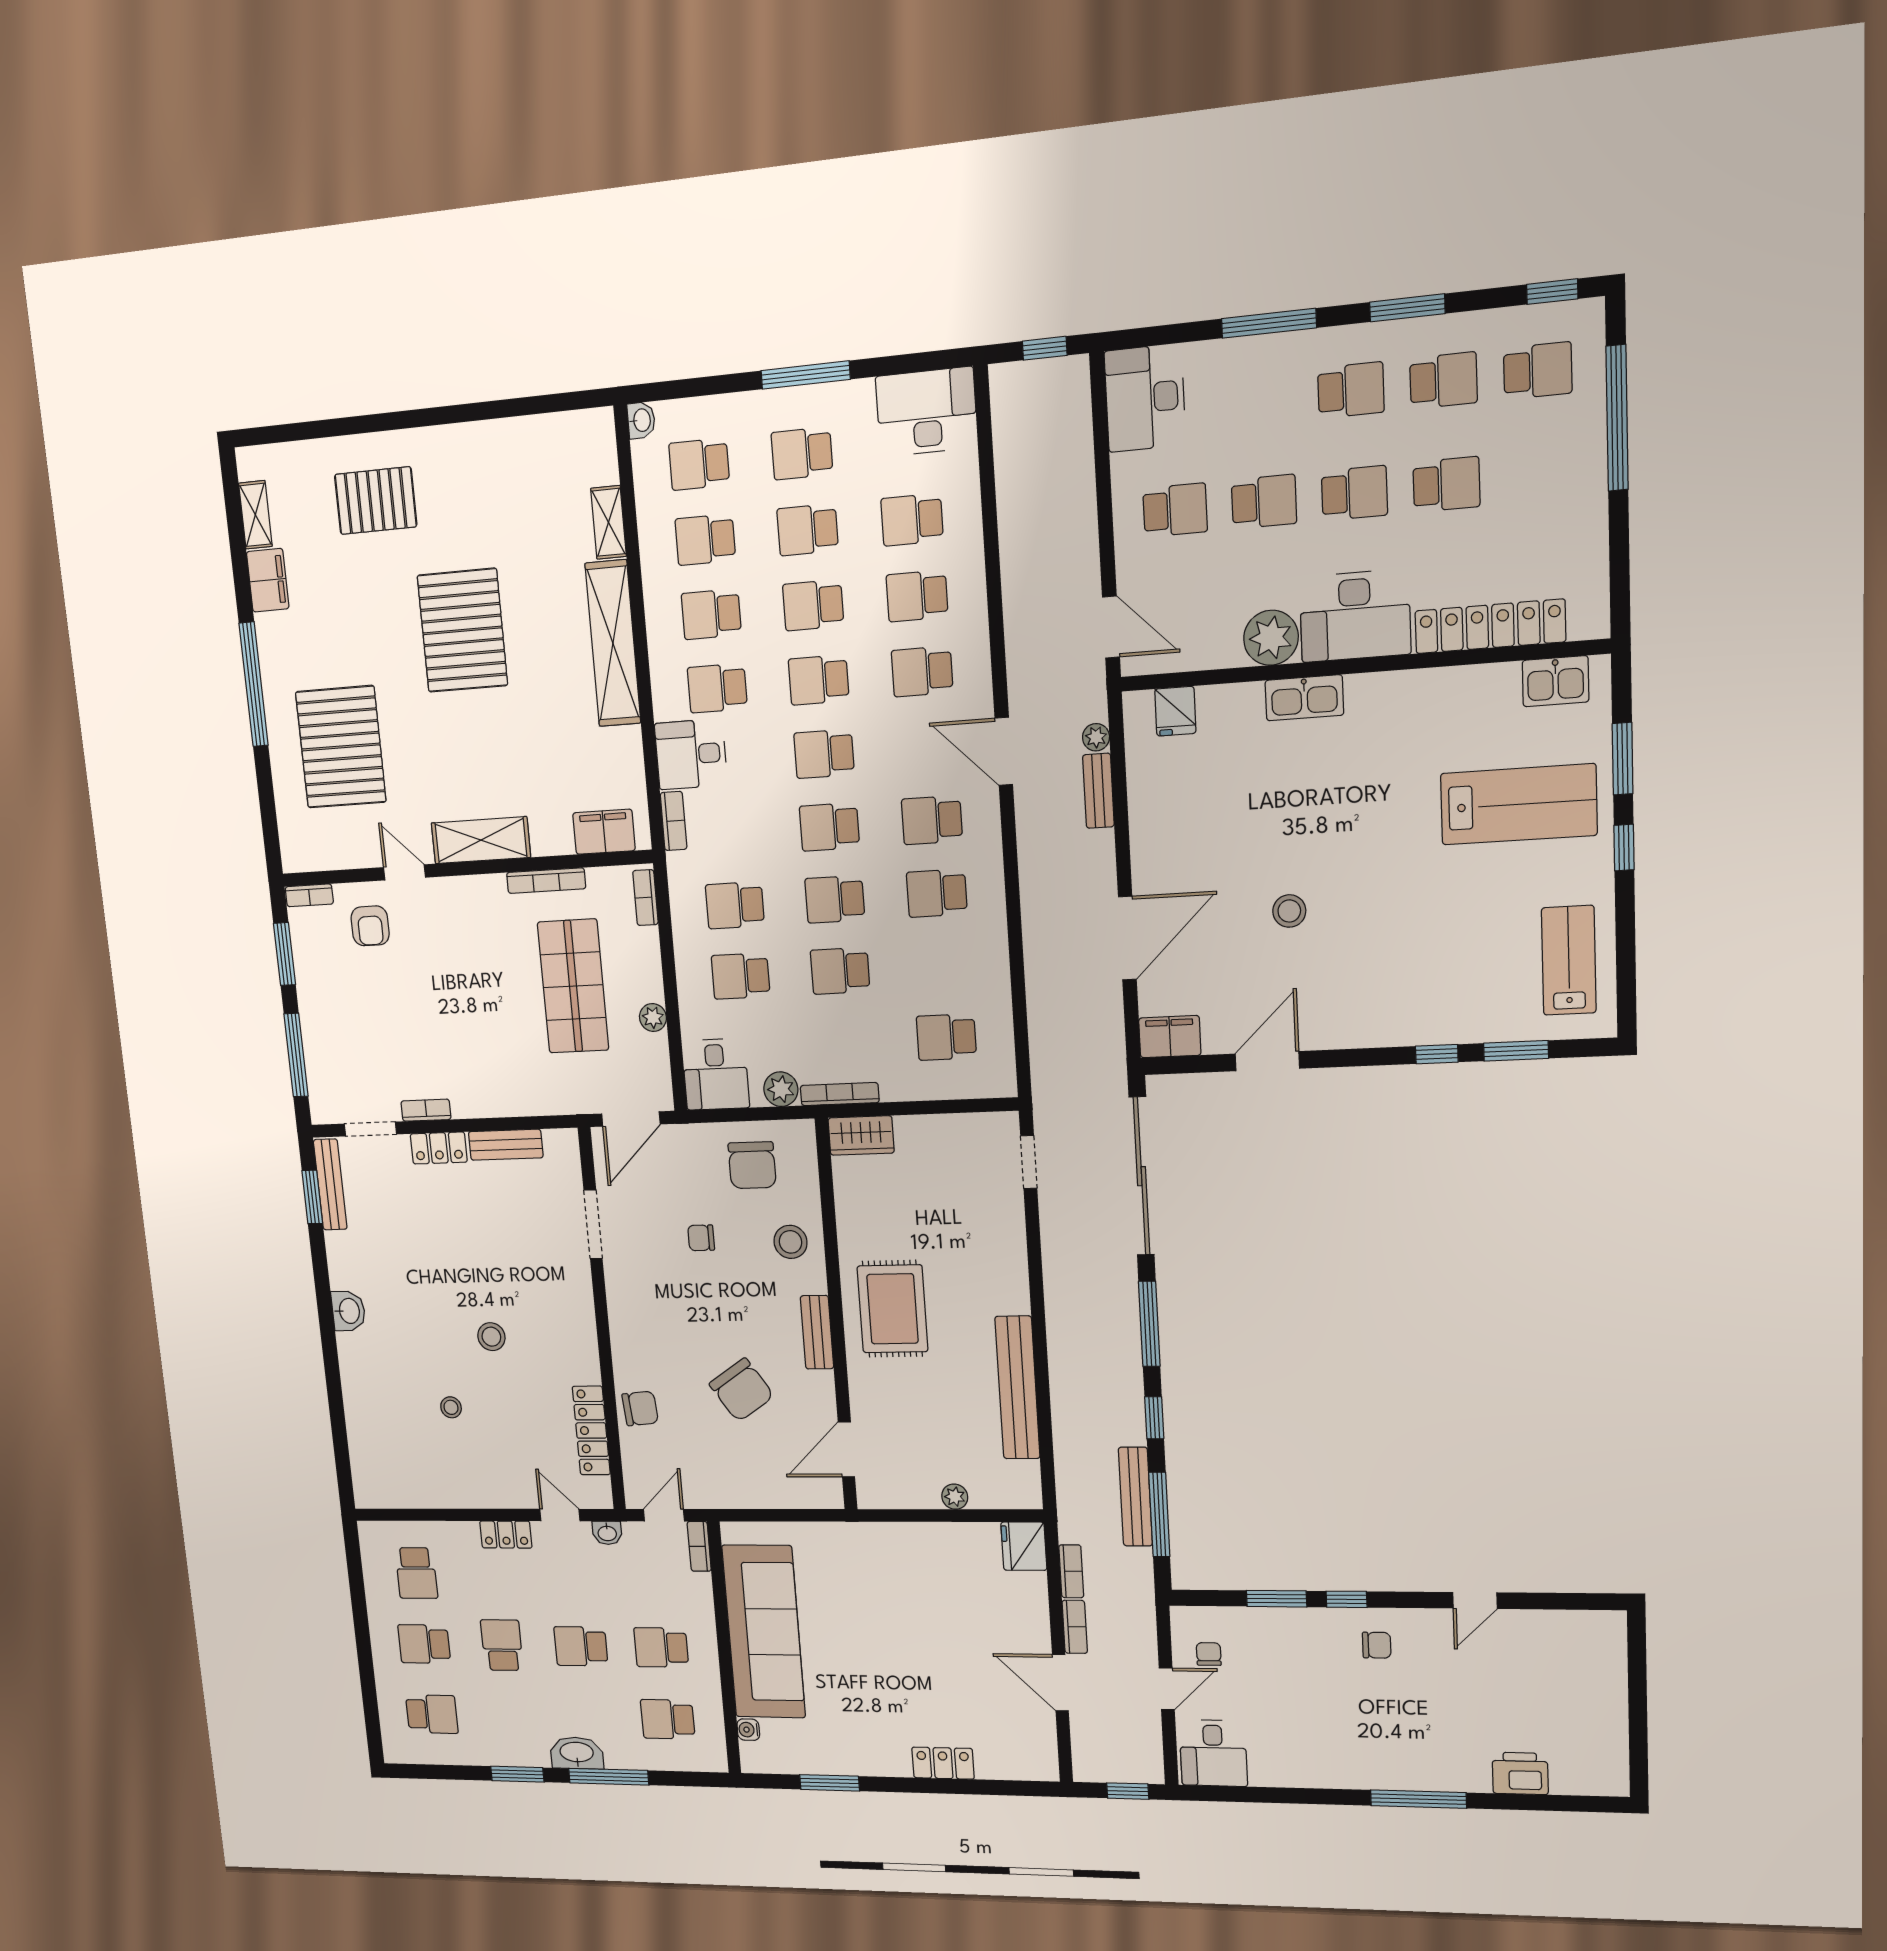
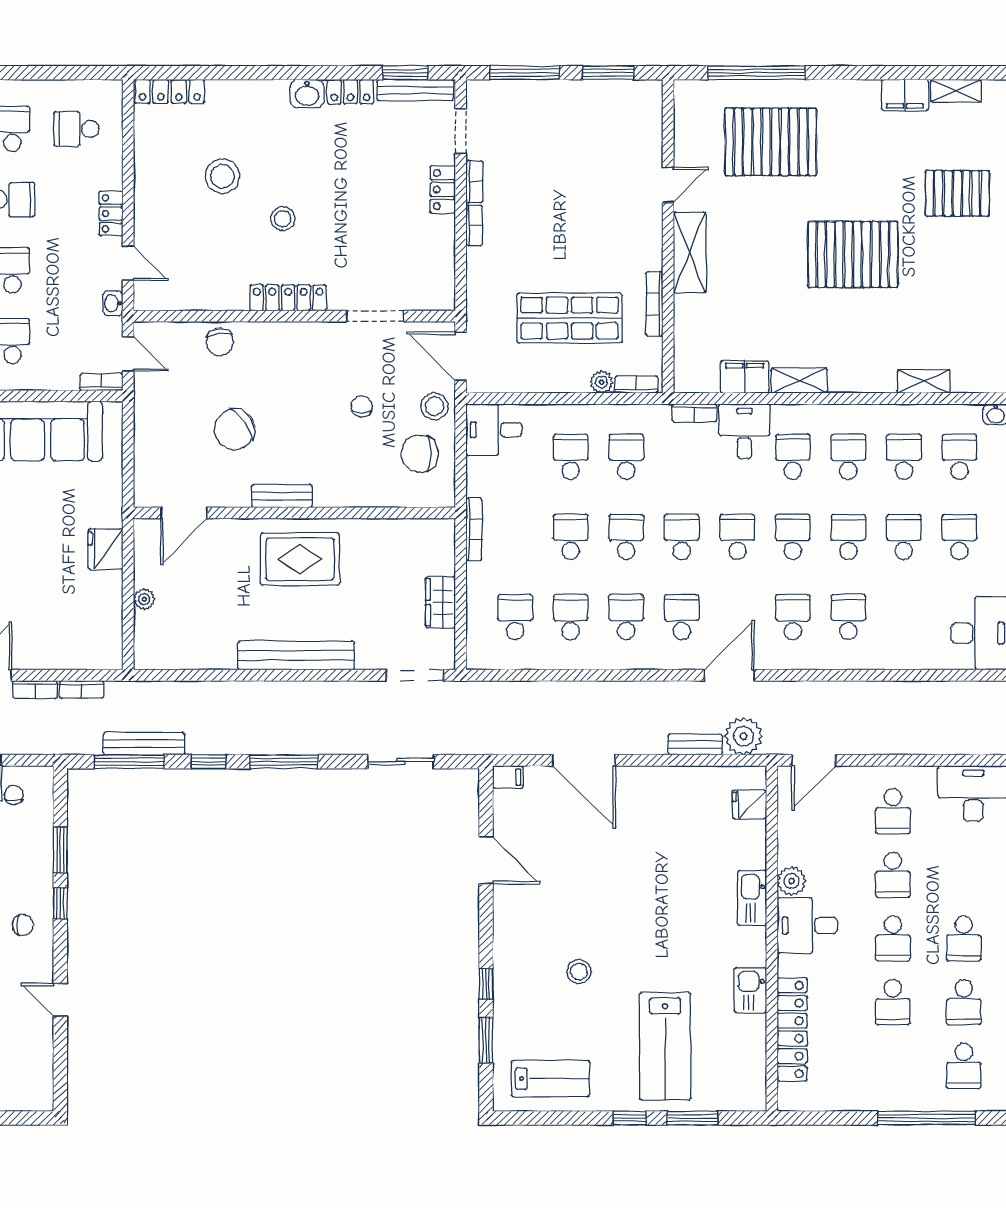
pallet: (376, 501) -> (957, 193), turned 90
school desk: (912, 520) -> (571, 617), moved
desk: (1355, 616) -> (807, 926), width x0.73
plant: (1271, 638) -> (791, 881), width x0.73, depth x0.73
shelving: (613, 643) -> (799, 381), width x0.45, depth x0.75
kitchen sink: (1556, 681) -> (750, 990), moved
window: (254, 684) -> (756, 73), moved
plant: (1096, 737) -> (744, 736), width x1.88, depth x1.88
filing cabinet: (604, 832) -> (745, 377), moved, turned -90
bookcase: (309, 895) -> (474, 225), moved, turned 180
stool: (1289, 911) -> (579, 972), moved
armchair: (370, 926) -> (627, 150), removed
plant: (653, 1018) -> (601, 382), moved
filing cabinet: (1170, 1037) -> (508, 777), width x0.50
plant: (781, 1089) -> (480, 482), removed
wardrobe: (861, 1135) -> (440, 602), moved
bench: (506, 1145) -> (443, 248), removed
doorway: (1029, 1162) -> (415, 675), width x1.38
sliding door: (1142, 1176) -> (401, 762), width x0.54
stool: (790, 1242) -> (434, 406), moved
locker: (341, 1260) -> (350, 92), added
bench: (1018, 1388) -> (296, 655), moved
stool: (451, 1407) -> (222, 176), width x1.89, depth x1.89
locker: (591, 1430) -> (288, 298), moved
door: (846, 1449) -> (184, 513), swing flipped
locker: (364, 1468) -> (170, 91), added
door: (560, 1515) -> (128, 263), hinge flipped
fridge: (1024, 1546) -> (105, 549), moved, turned -90
chair: (1377, 1645) -> (23, 925), turned -90
chair: (1209, 1654) -> (14, 795), turned -90

